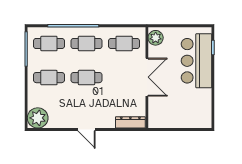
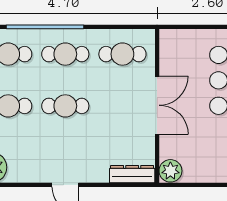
plant: (156, 38) -> (170, 171), moved

